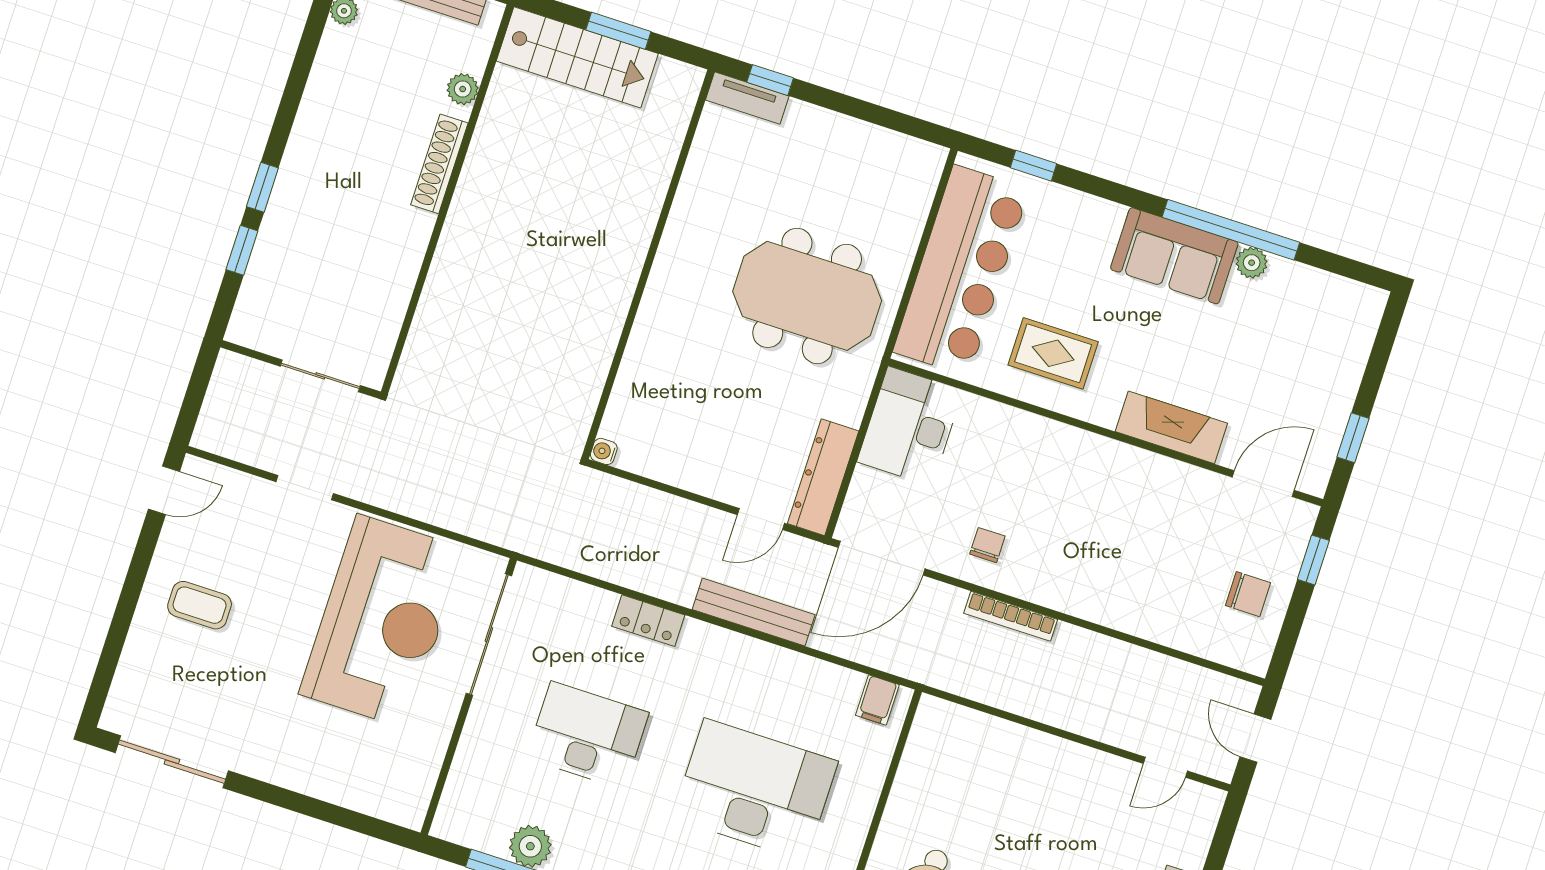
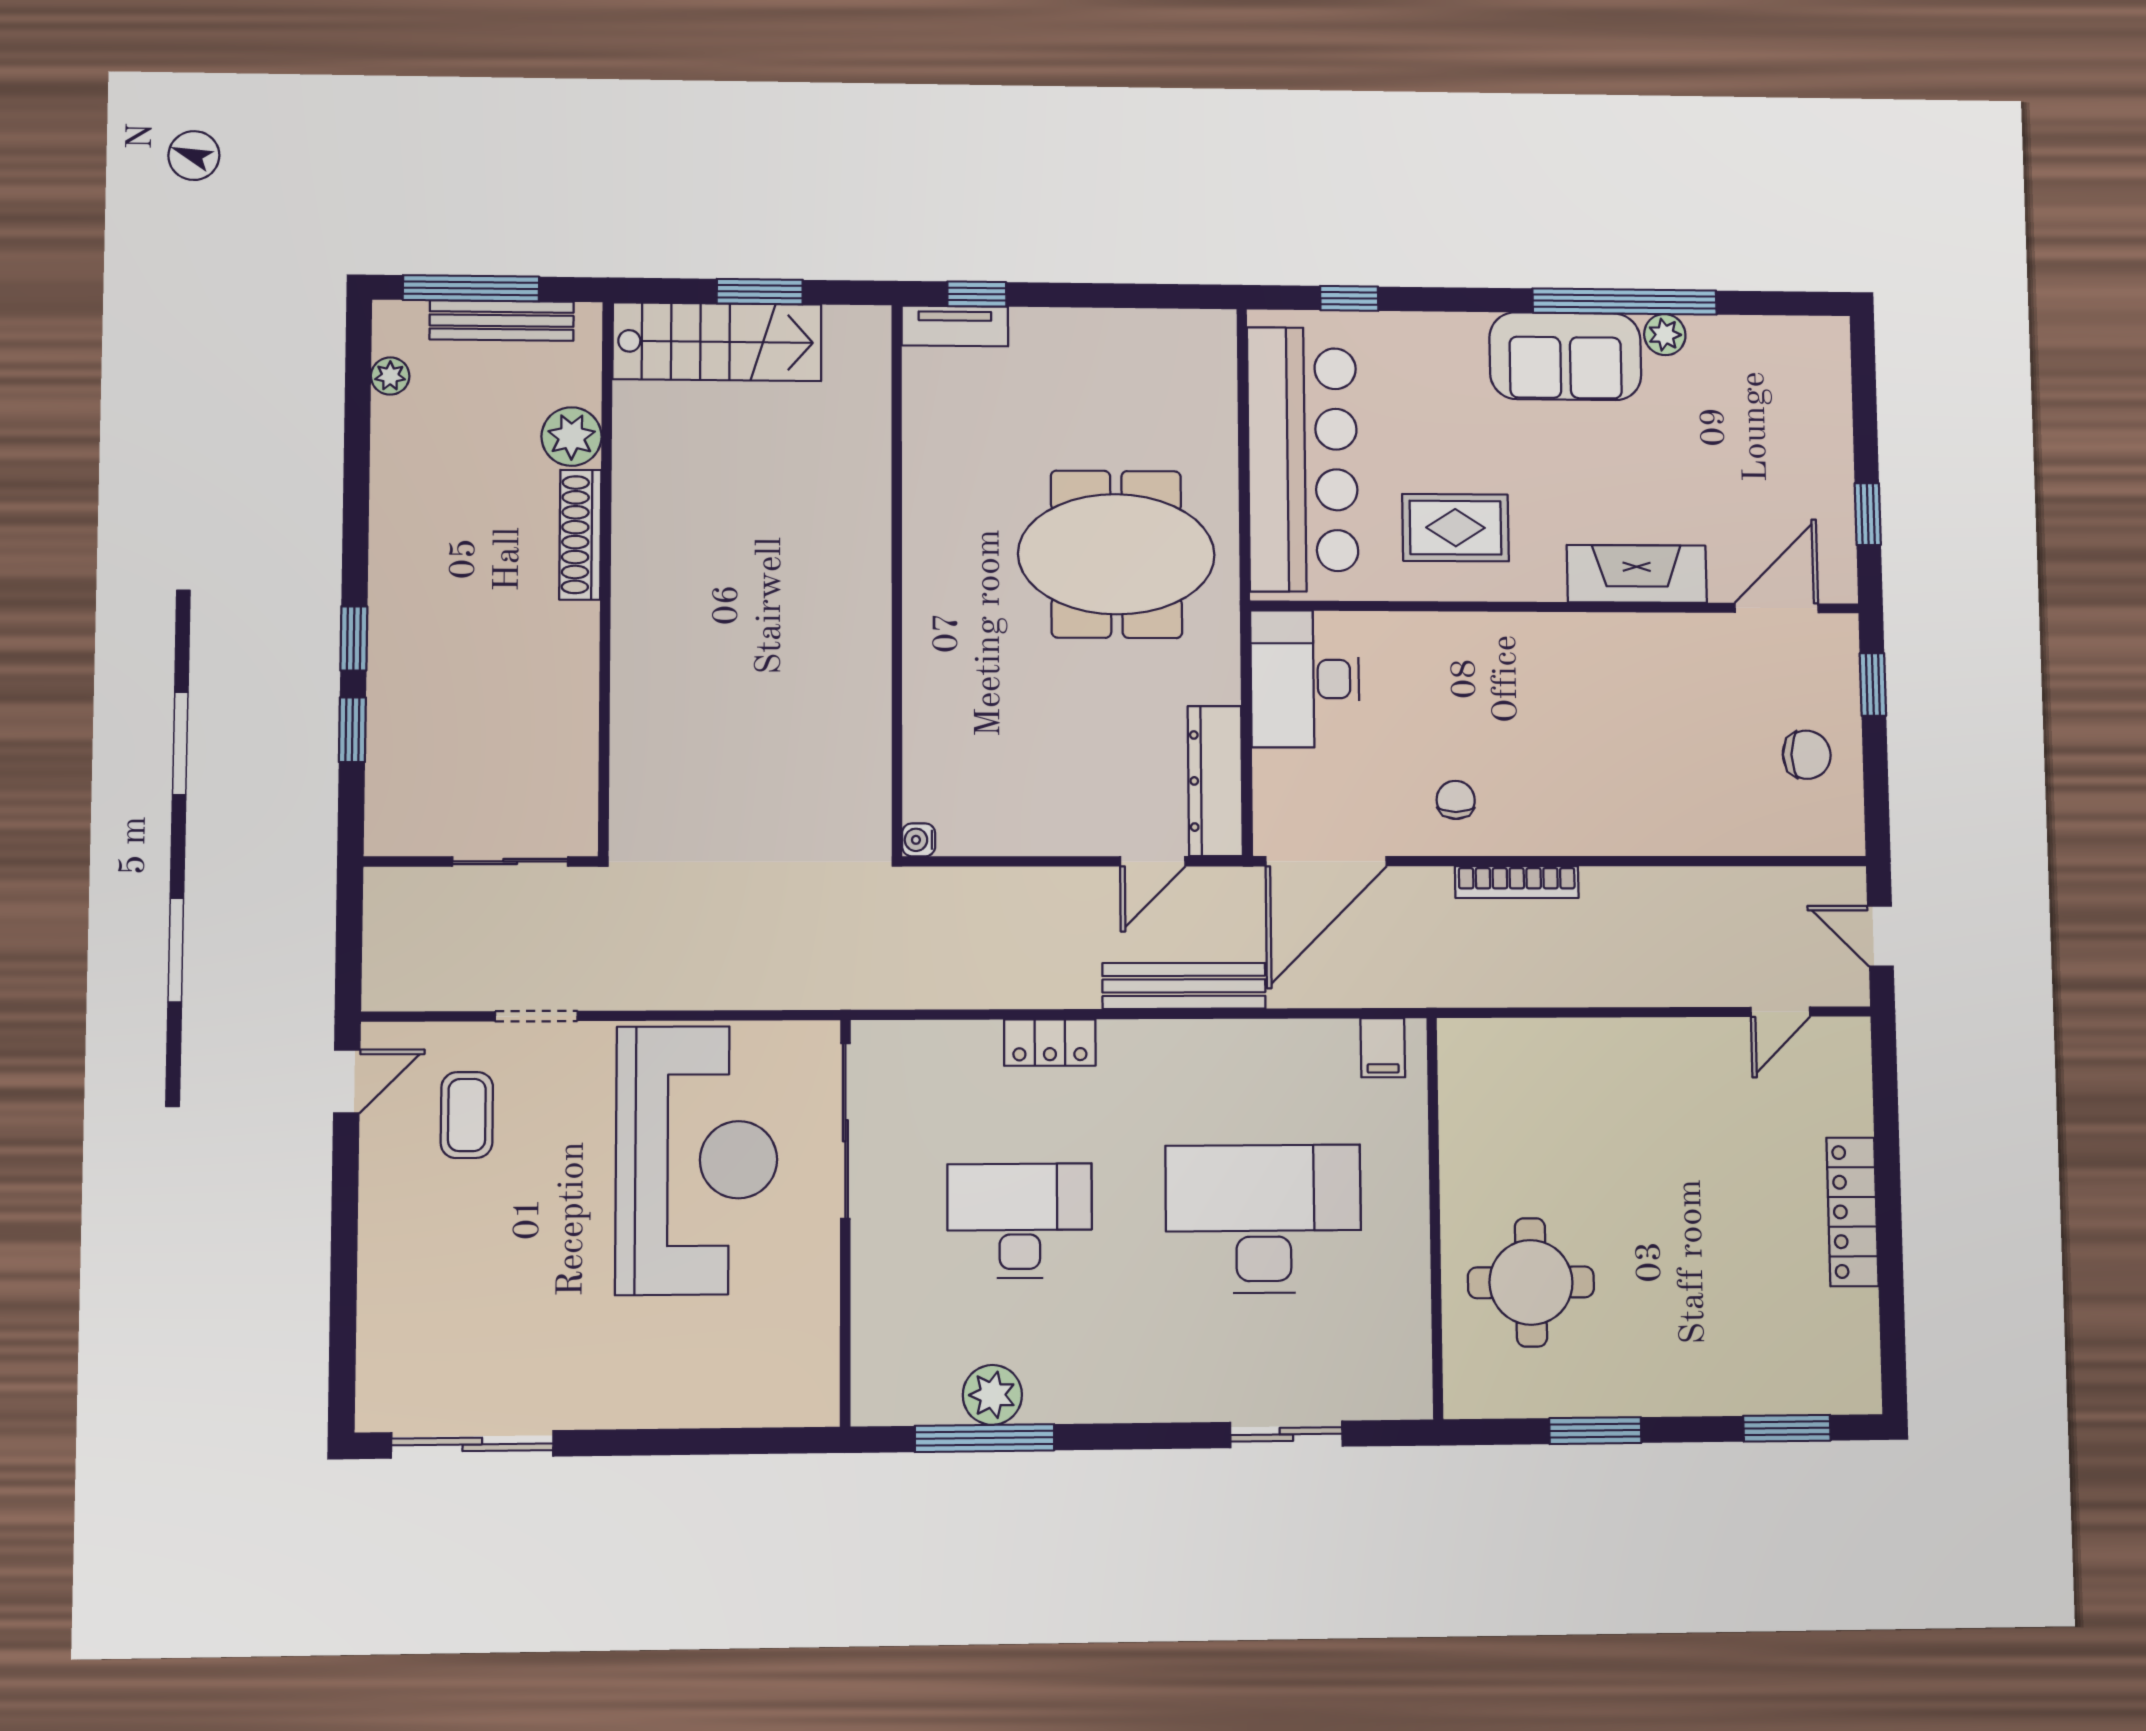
plant: (463, 89) -> (572, 437), width x1.38, depth x1.38
coffee table: (200, 605) -> (467, 1115), moved, turned 90

